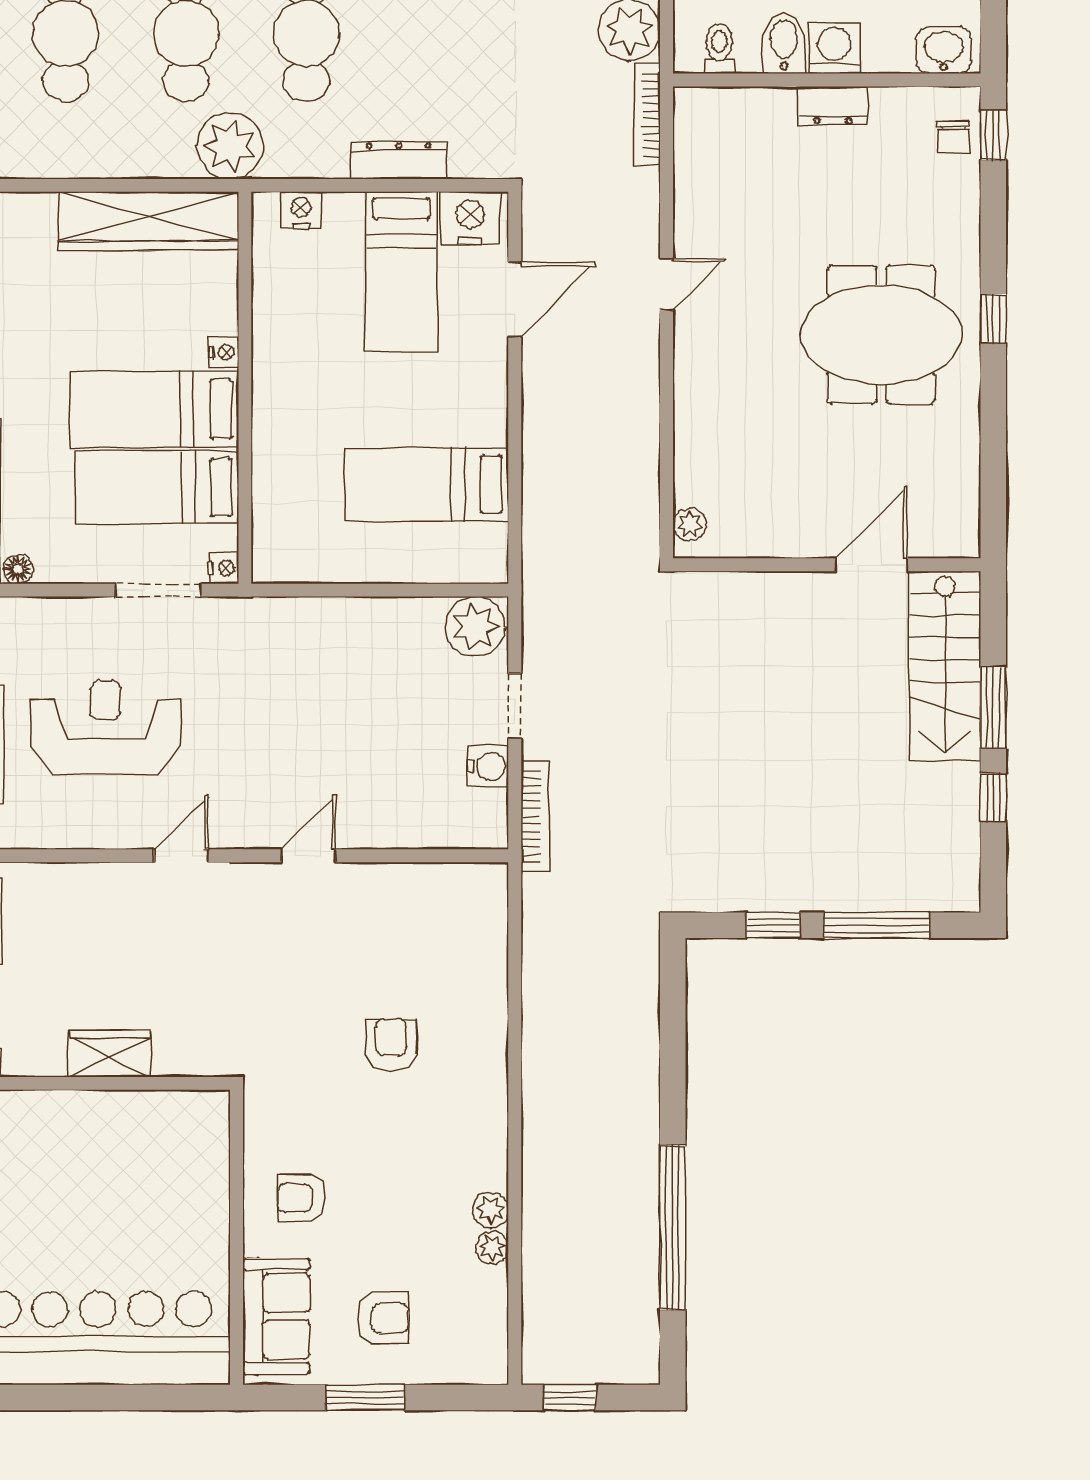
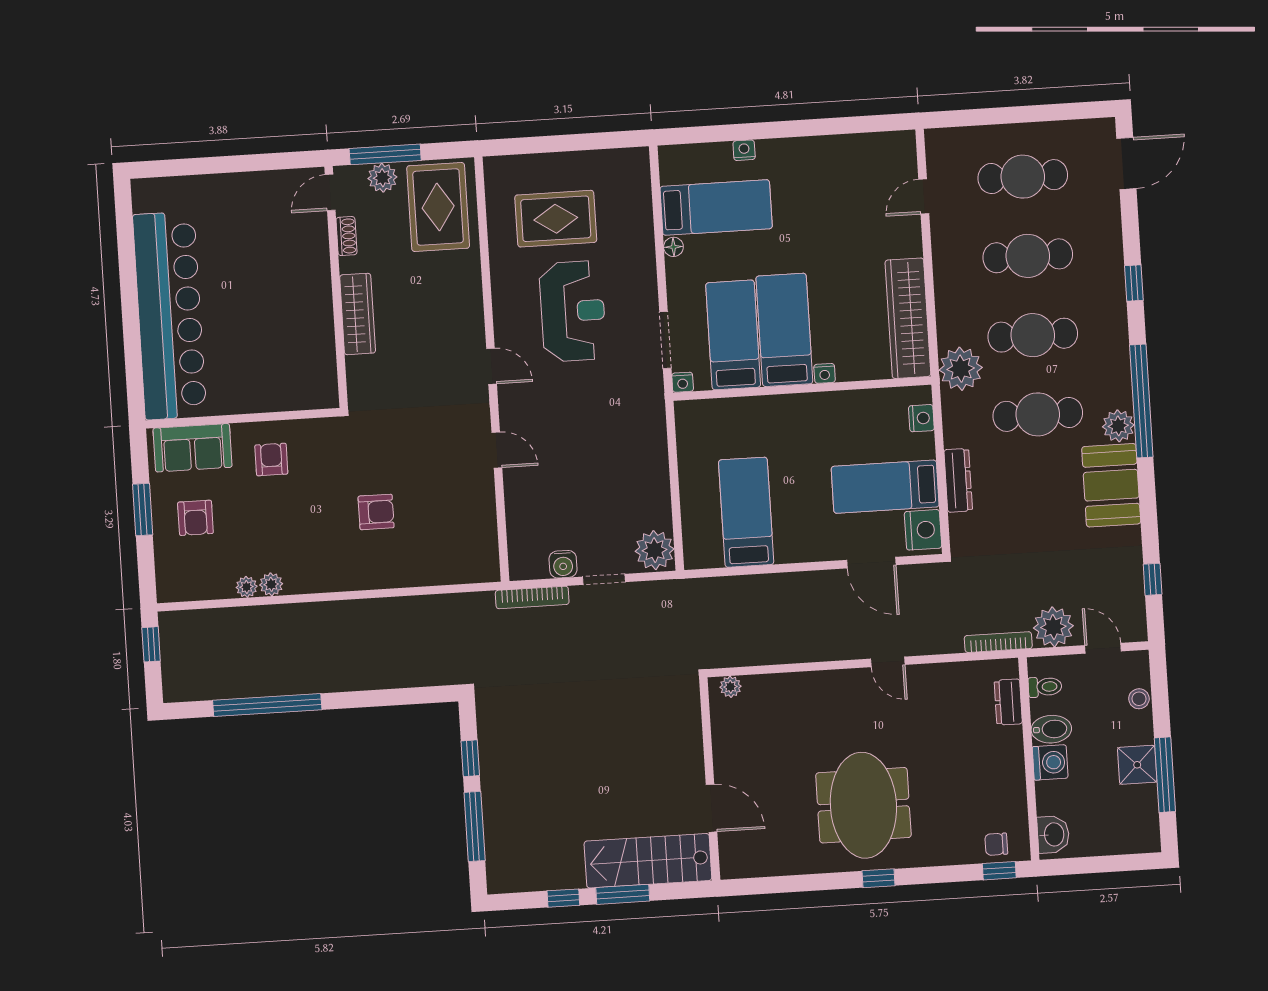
dresser: (833, 106) -> (1008, 702), moved
wardrobe: (110, 1054) -> (358, 314), width x1.50

